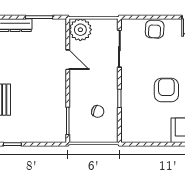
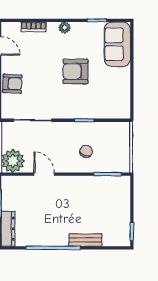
door: (68, 60) -> (44, 174), hinge flipped
chair: (98, 111) -> (86, 151), moved

